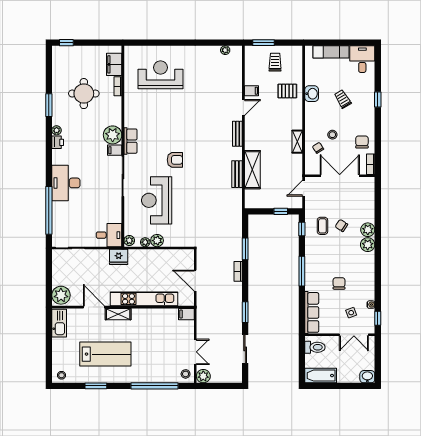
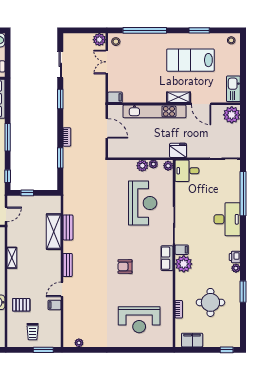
filing cabinet: (114, 64) -> (192, 340), moved, turned -90
armchair: (175, 160) -> (125, 267), moved

